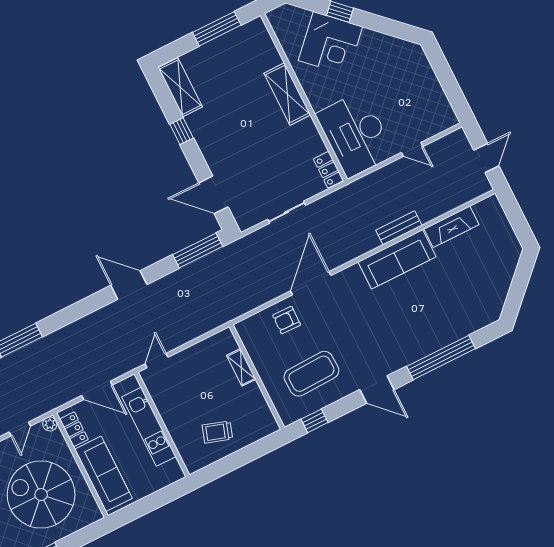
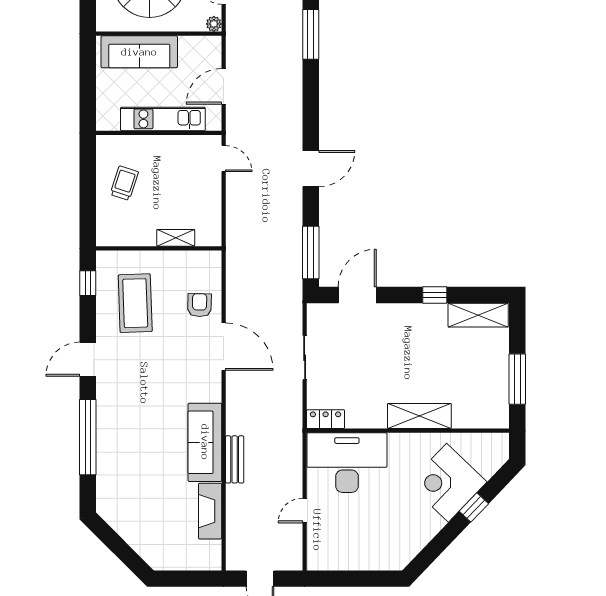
locker: (74, 429) -> (197, 45), removed

